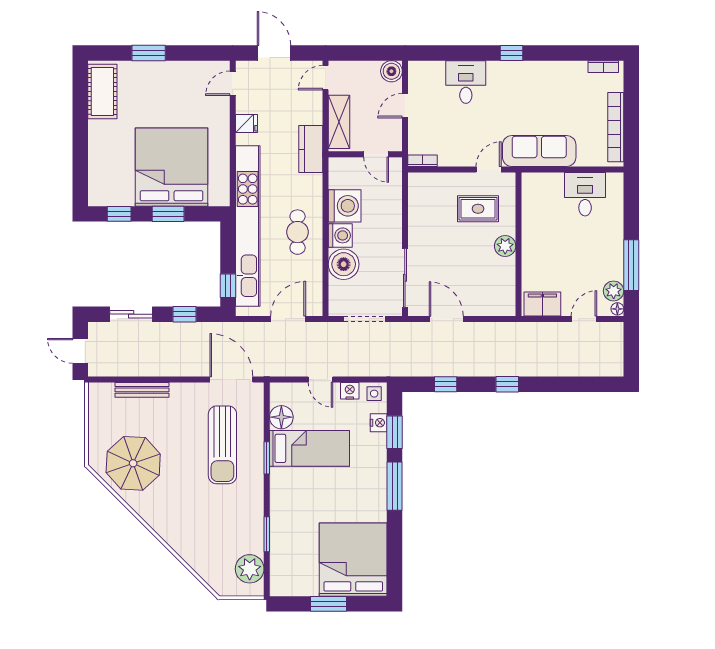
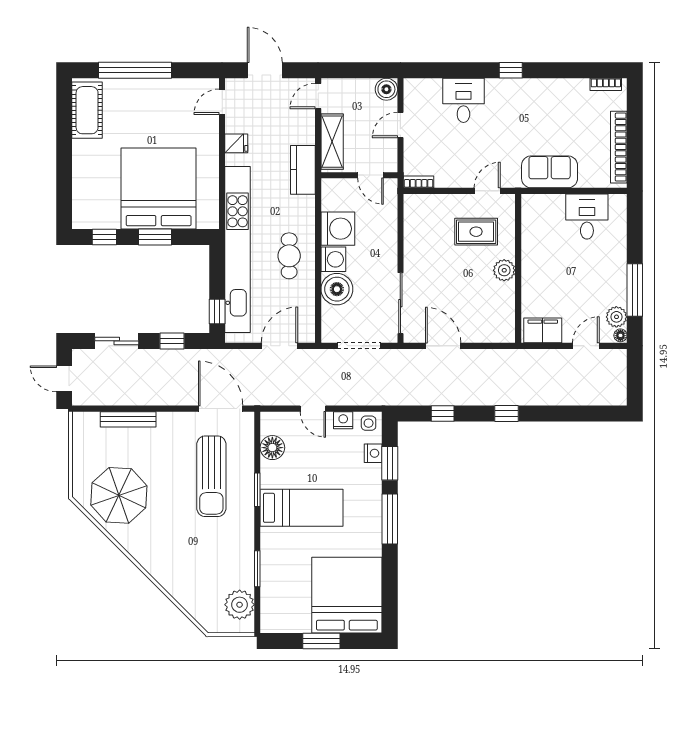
window: (149, 53) -> (135, 70), width x2.11
sofa: (539, 151) -> (550, 172), width x0.73
bed: (309, 448) -> (302, 508), moved

